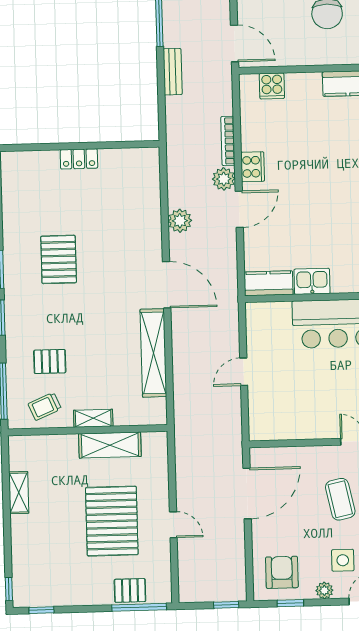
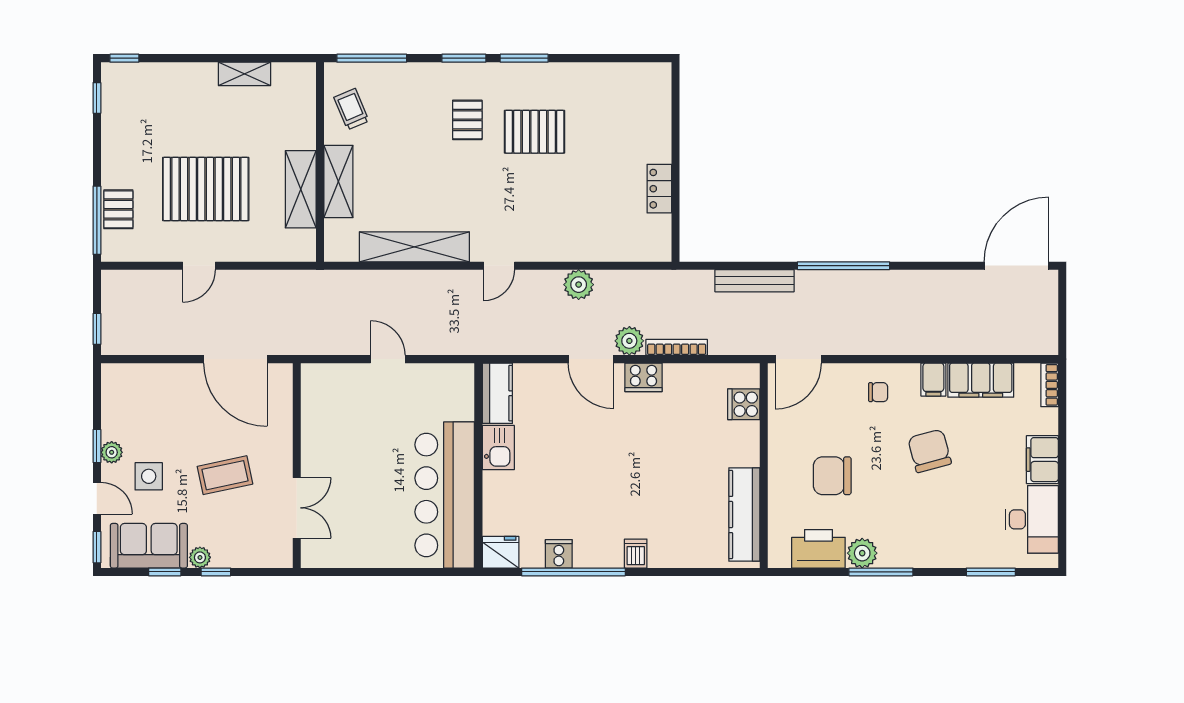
bench: (173, 72) -> (755, 281), width x1.36
locker: (79, 159) -> (659, 189), moved
door: (167, 285) -> (499, 266), width x0.53
pallet: (50, 361) -> (467, 120), moved
shelving: (93, 418) -> (338, 182), width x1.50, depth x1.33
armchair: (282, 572) -> (136, 400), removed
window: (290, 603) -> (97, 446), moved

